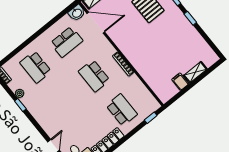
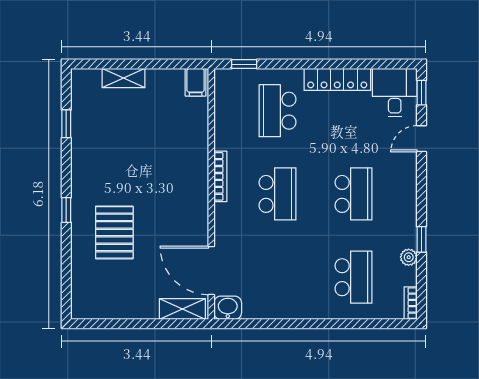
window: (190, 18) -> (66, 124), moved
school desk: (67, 42) -> (354, 194), moved, turned 90
filing cabinet: (180, 82) -> (196, 82), moved

